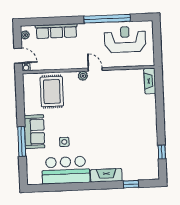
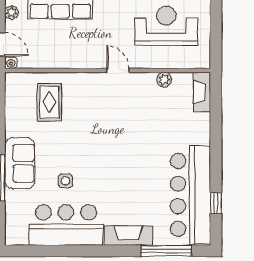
plant: (83, 76) -> (164, 80), moved
rug: (52, 92) -> (49, 102), width x0.73, depth x0.70
bar counter: (145, 147) -> (190, 195), added
window: (131, 184) -> (166, 251), width x2.17

